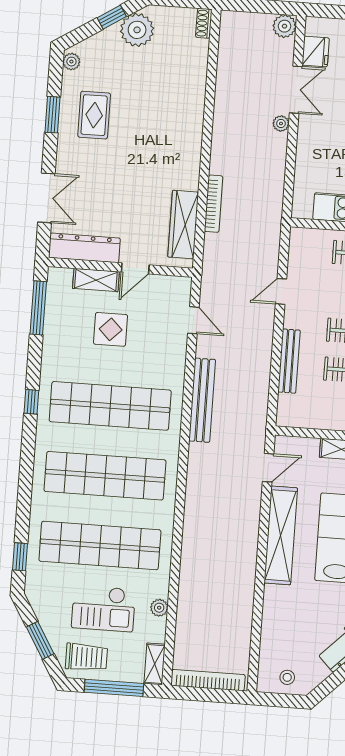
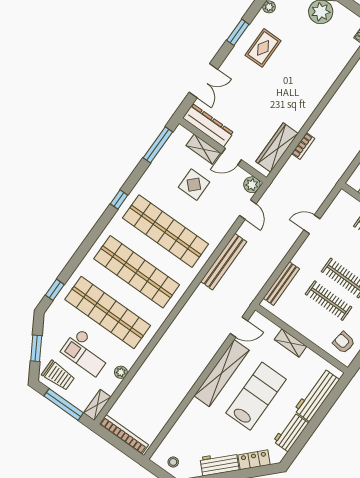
bookcase: (214, 204) -> (303, 146), width x0.64
plant: (180, 287) -> (252, 185), added
bench: (289, 361) -> (281, 284), moved

